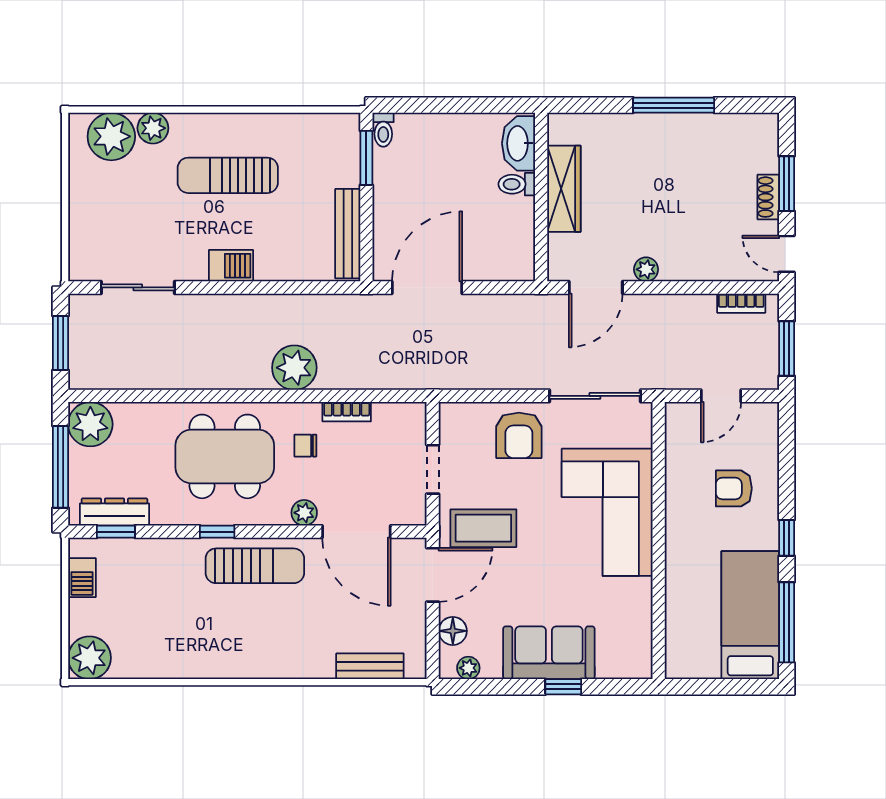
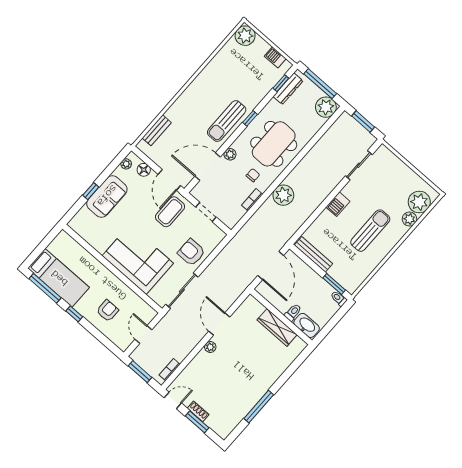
washbasin: (518, 143) -> (307, 325), moved
toilet: (517, 184) -> (293, 312), moved
wardrobe: (564, 189) -> (277, 327), moved
wall: (541, 197) -> (281, 317), moved

